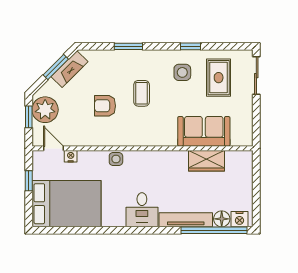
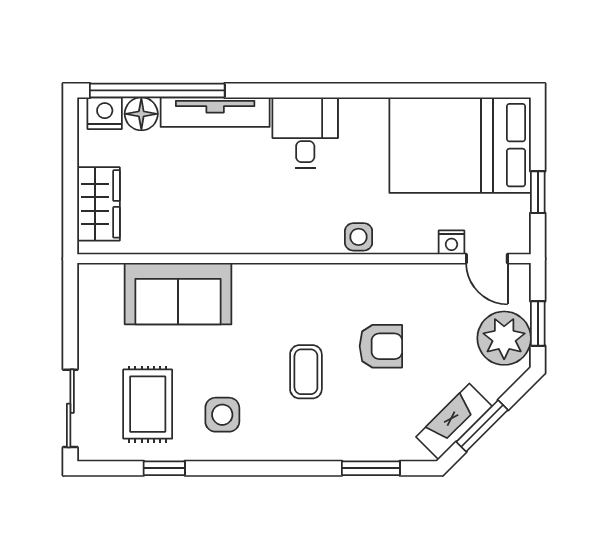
window: (128, 46) -> (371, 468), moved
window: (190, 46) -> (164, 468), moved
wardrobe: (206, 161) -> (99, 204), moved, turned 90

